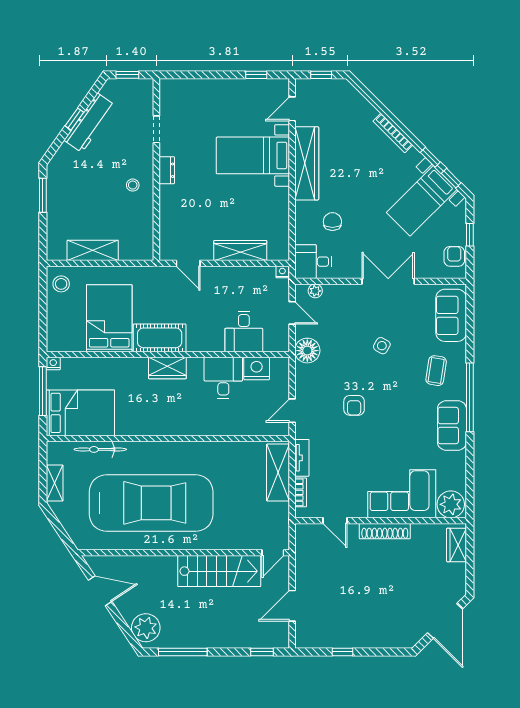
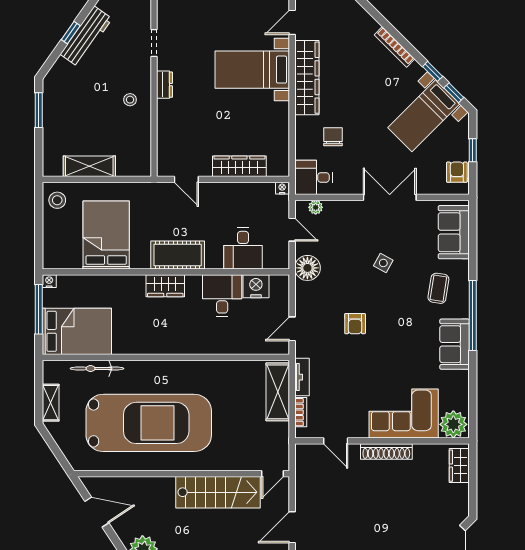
cot: (160, 338) -> (178, 255), moved

